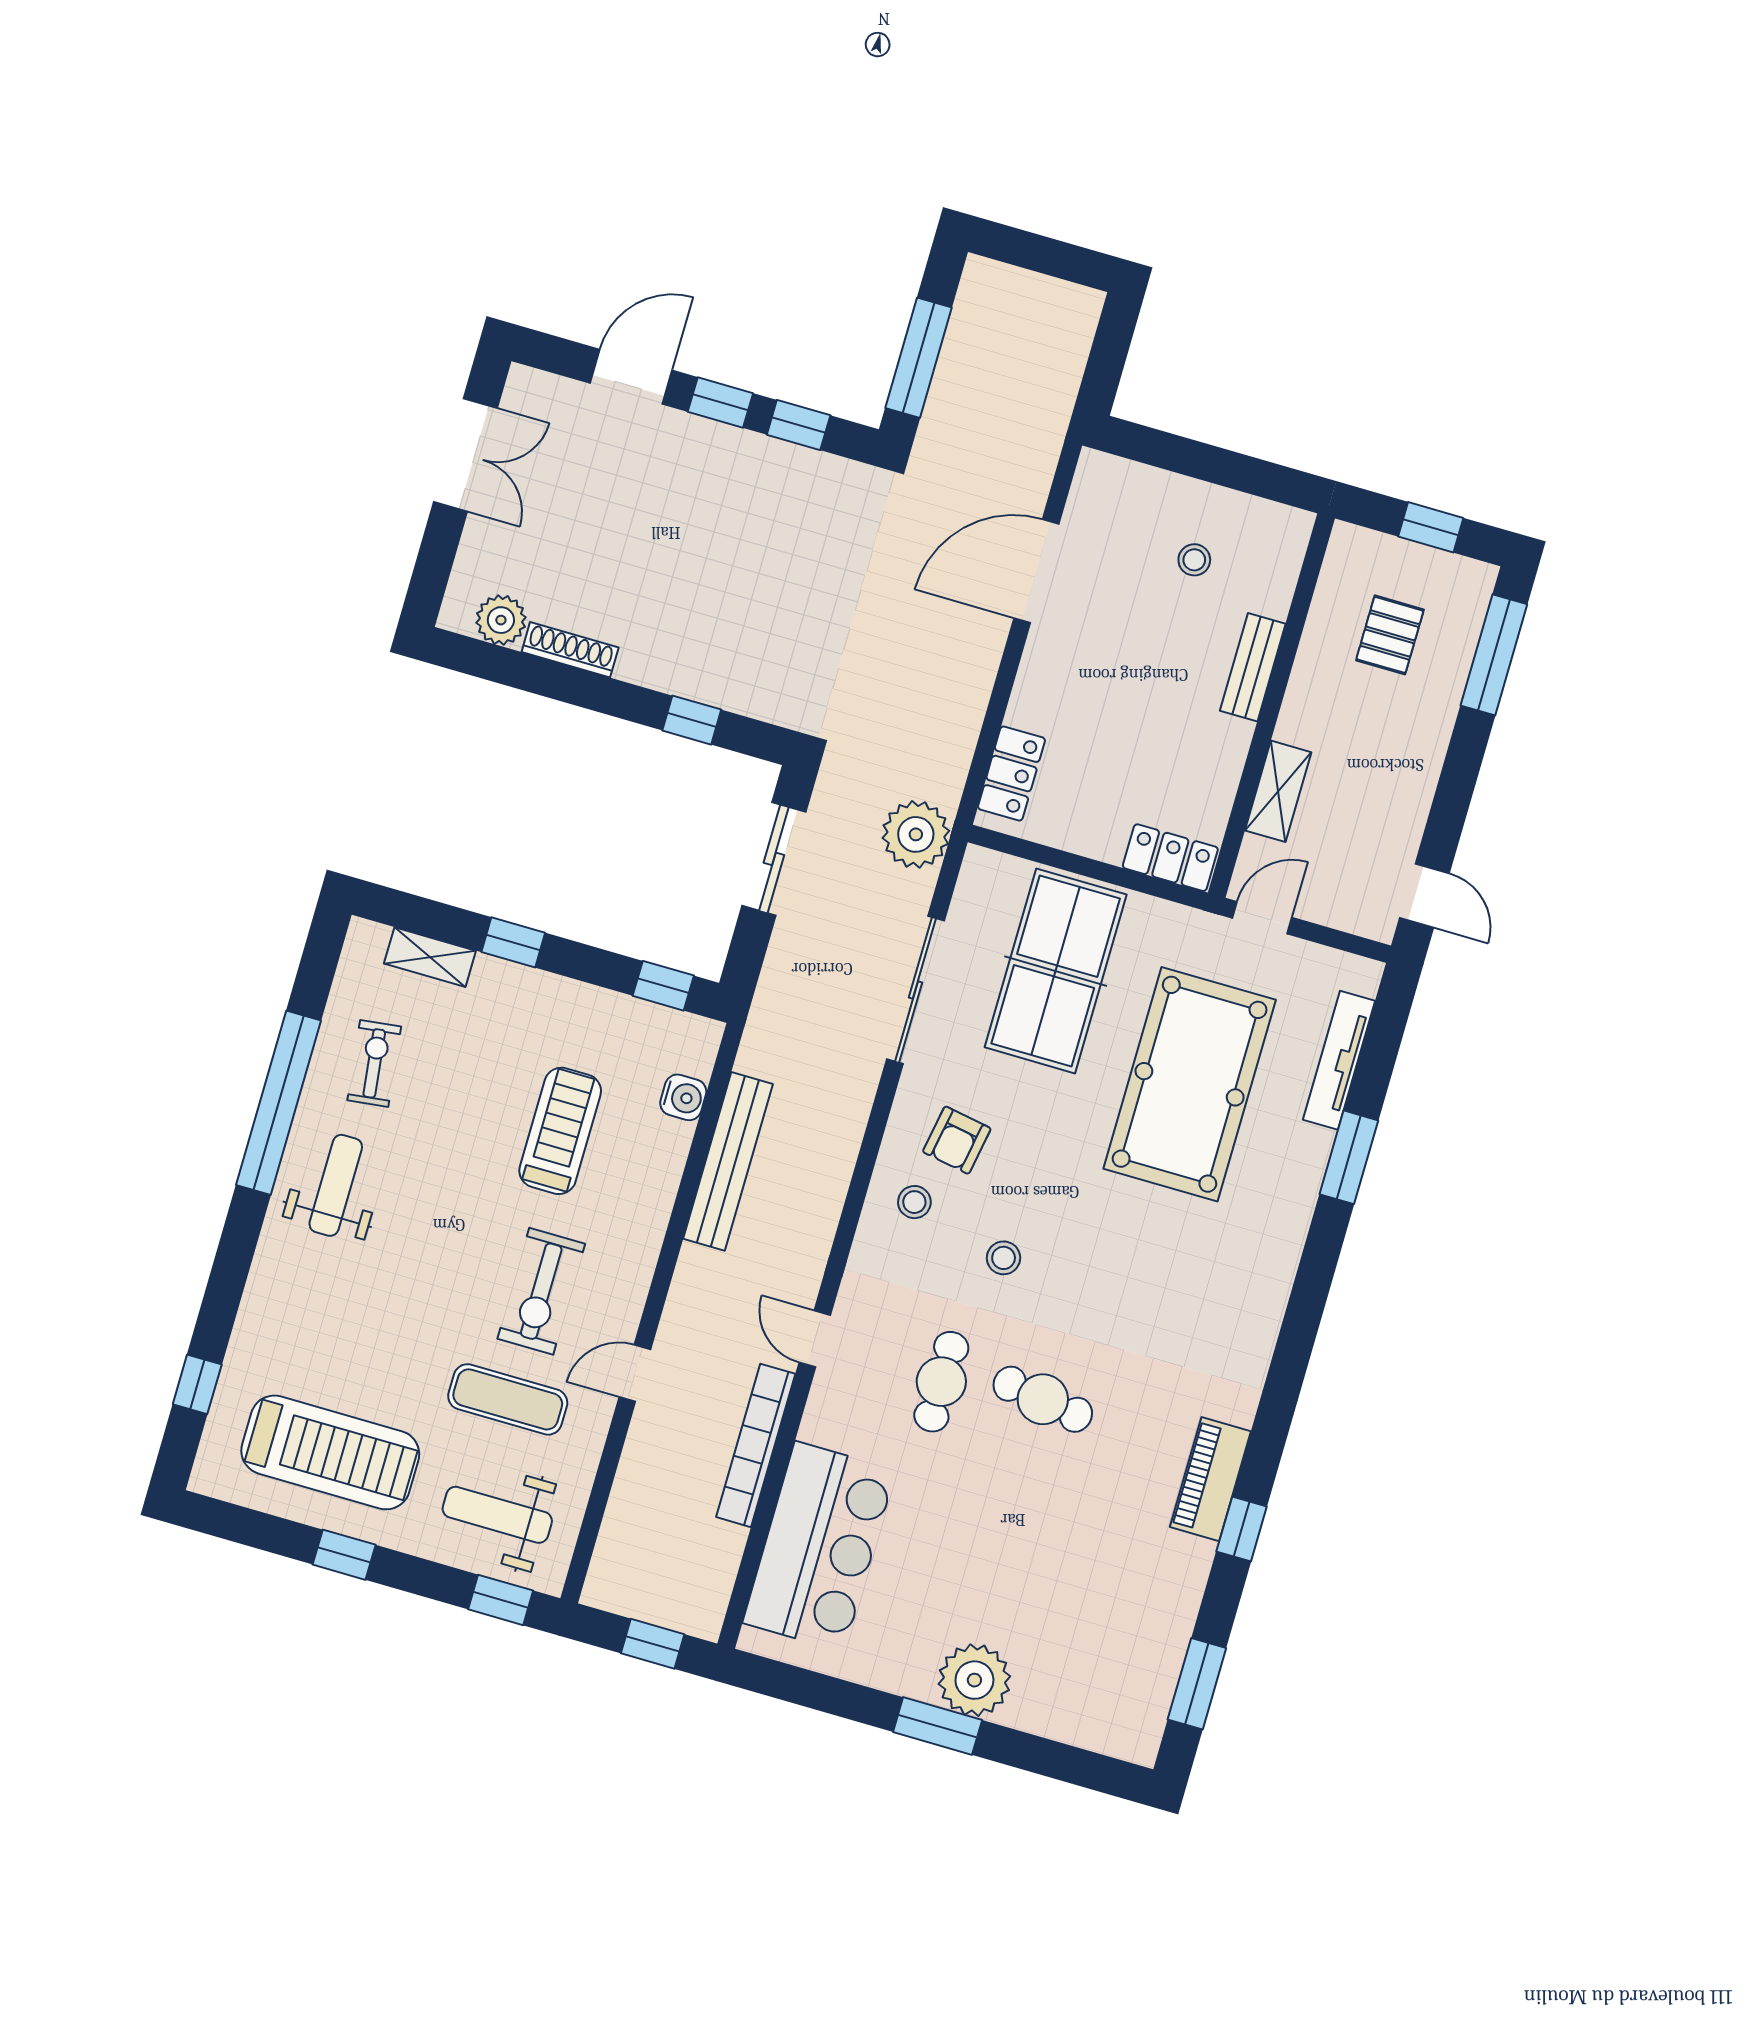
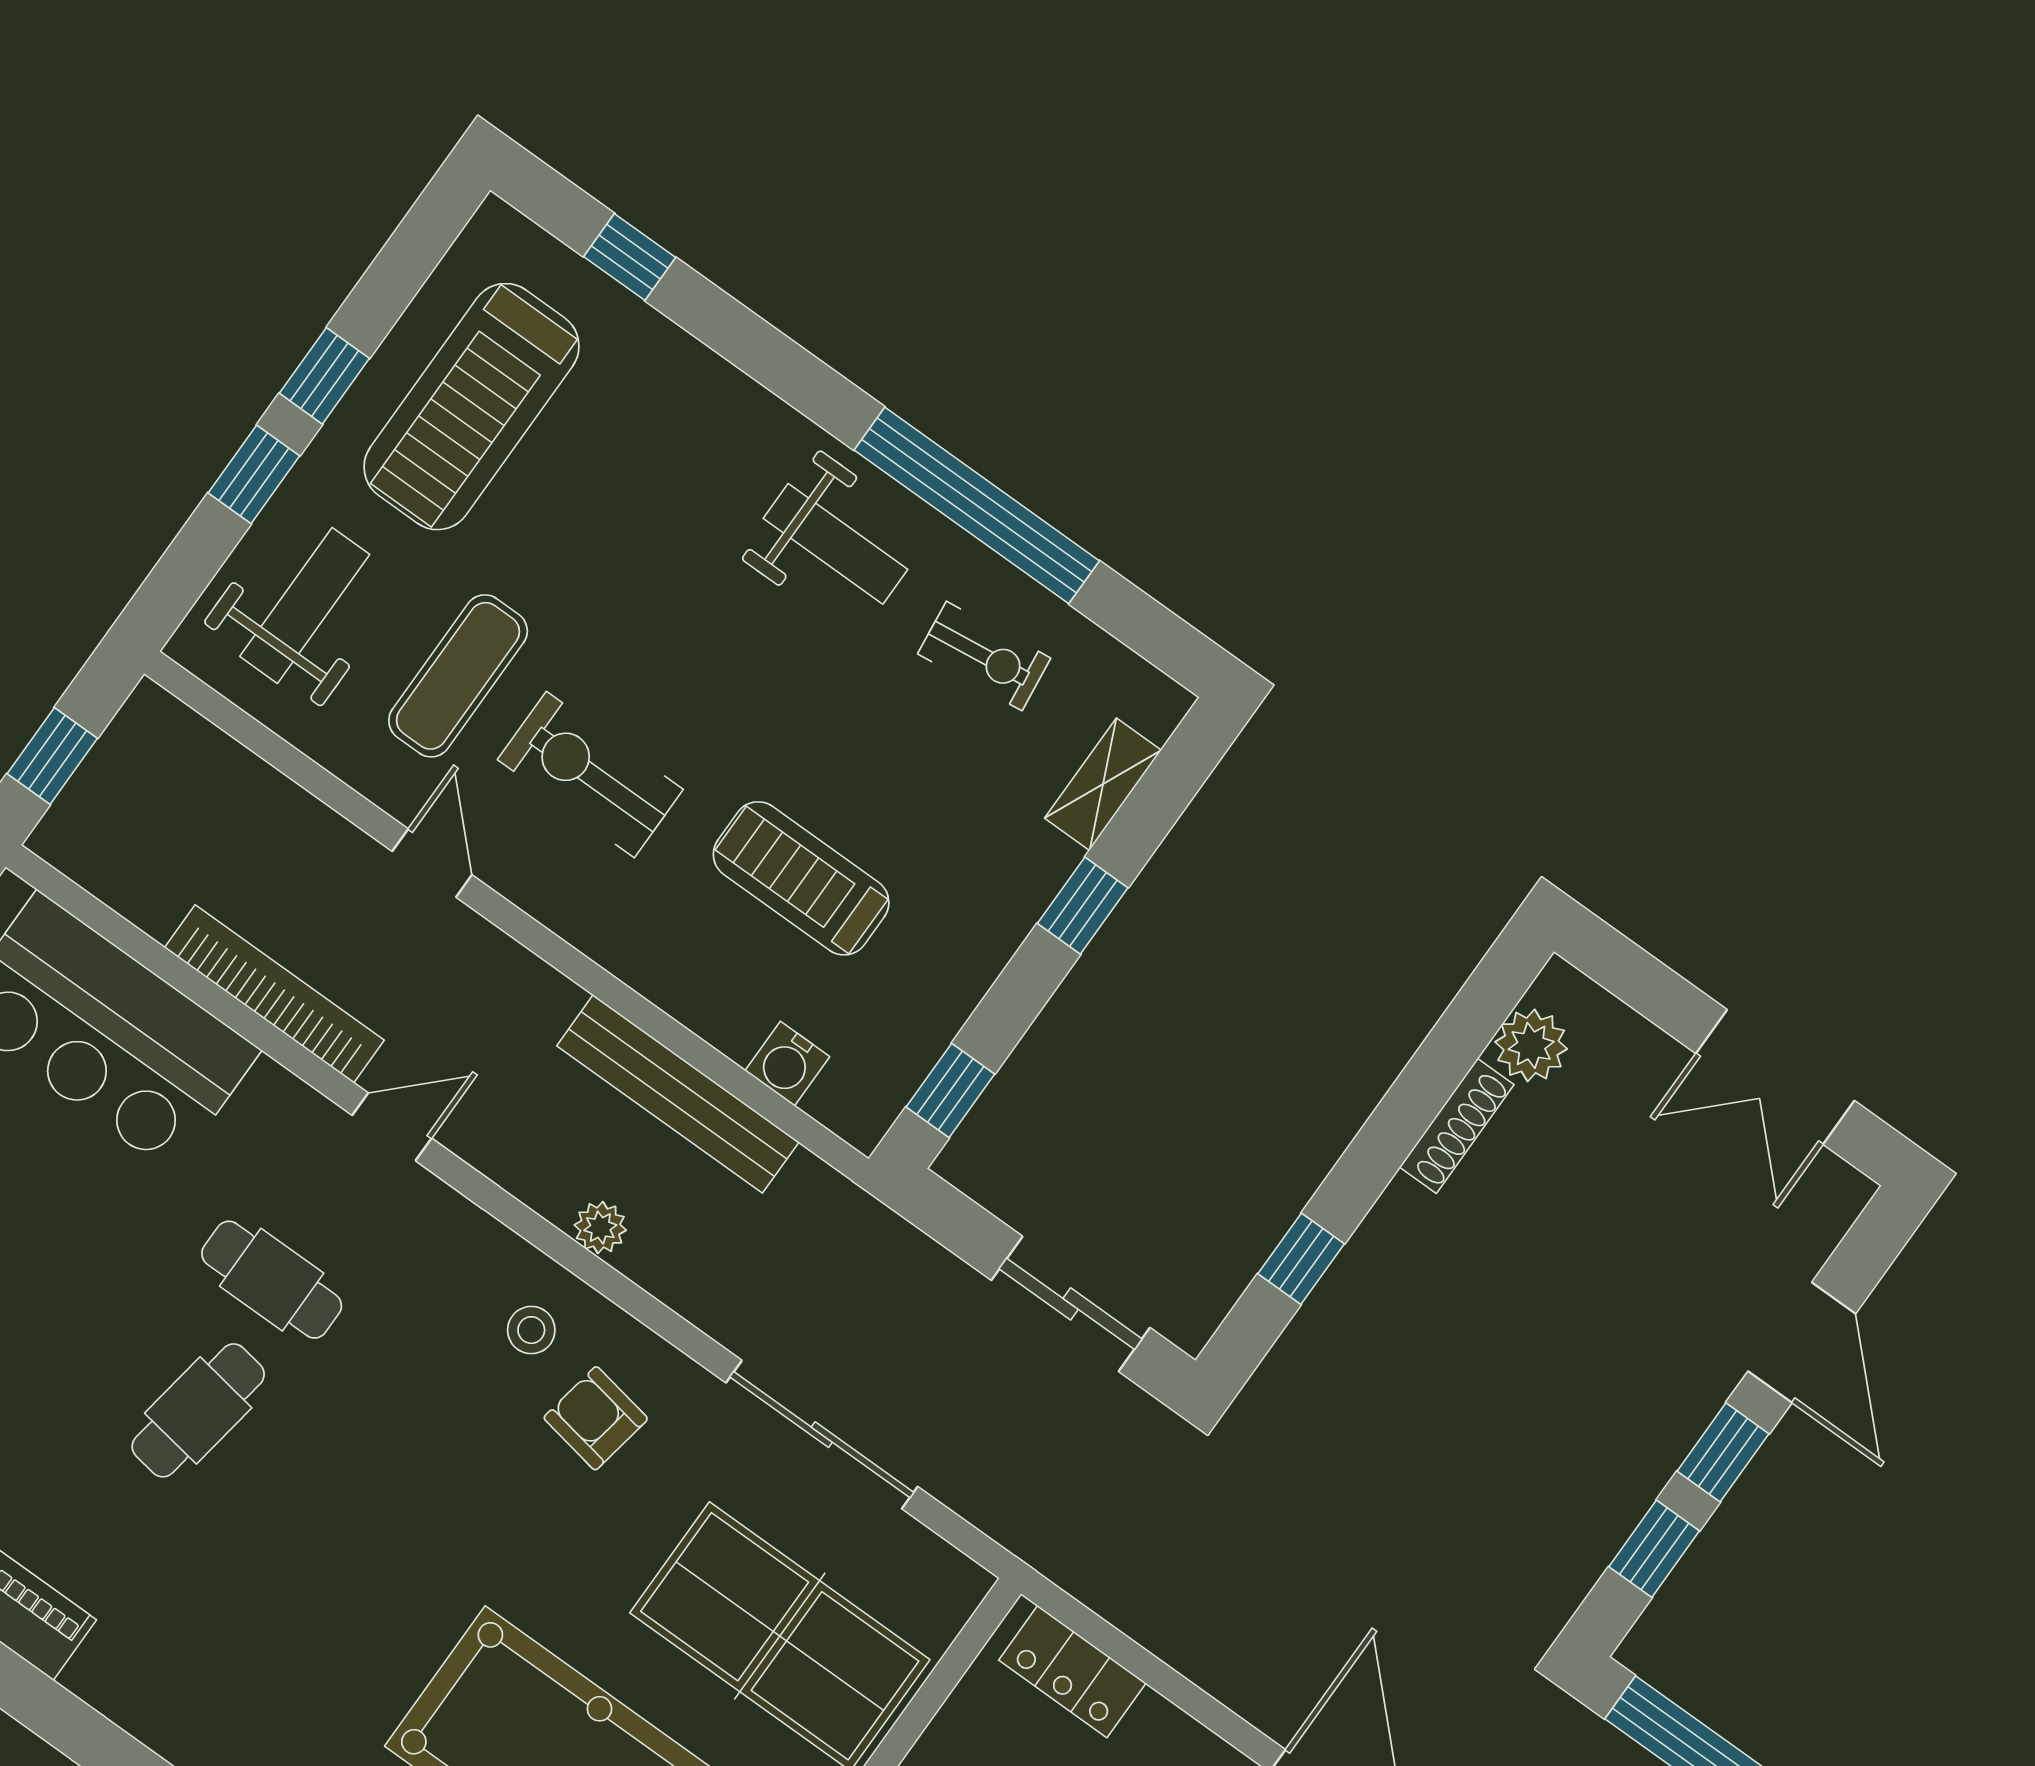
plant: (916, 834) -> (600, 1228), moved, width x0.53, depth x0.53
treadmill: (560, 1131) -> (801, 878), turned 180
stool: (1004, 1258) -> (411, 1425), removed
window: (501, 1600) -> (254, 474), moved

